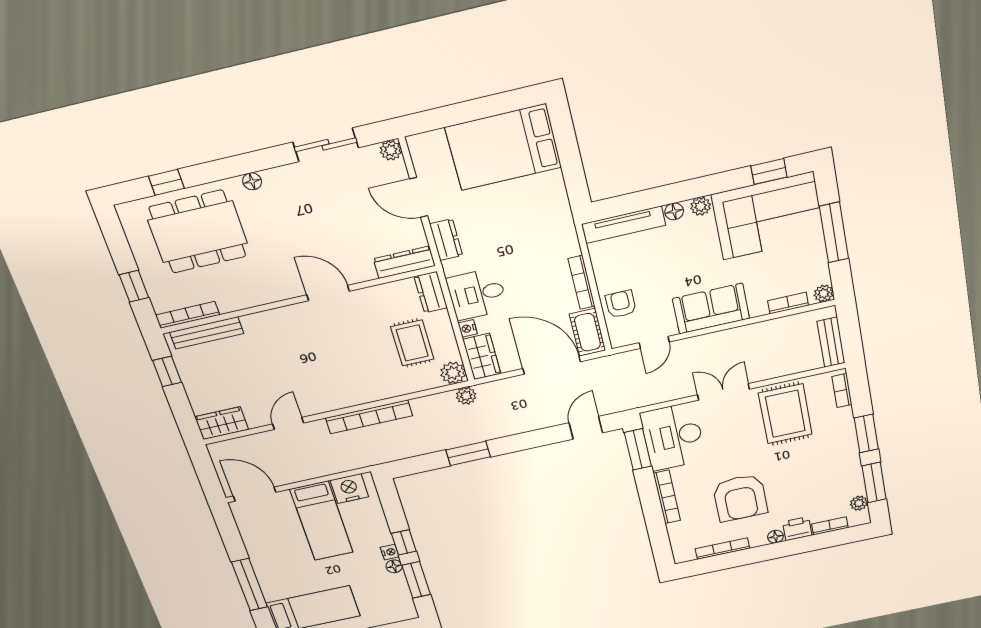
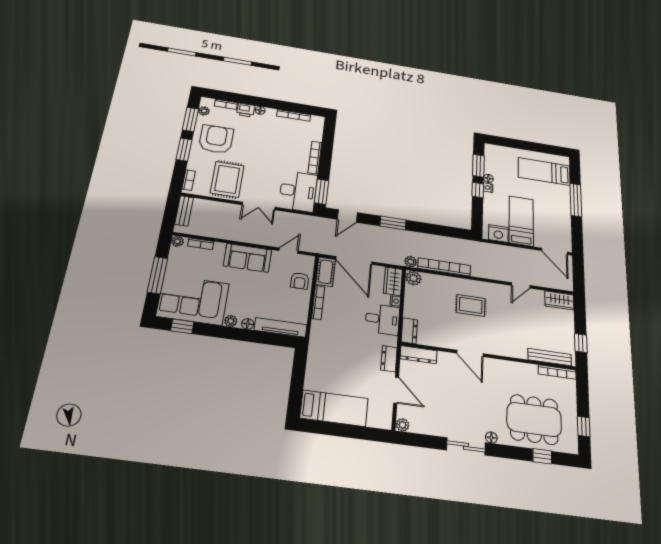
sliding door: (326, 145) -> (466, 446), moved
bed: (503, 147) -> (334, 408), width x0.67
window: (134, 286) -> (584, 426), moved
rug: (412, 343) -> (471, 305), moved, turned 90
bookcase: (369, 417) -> (444, 267), moved
window: (468, 453) -> (393, 223), moved
armchair: (740, 498) -> (216, 139), moved

